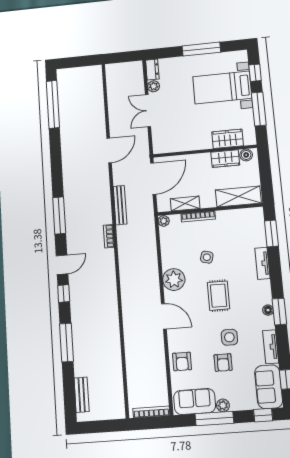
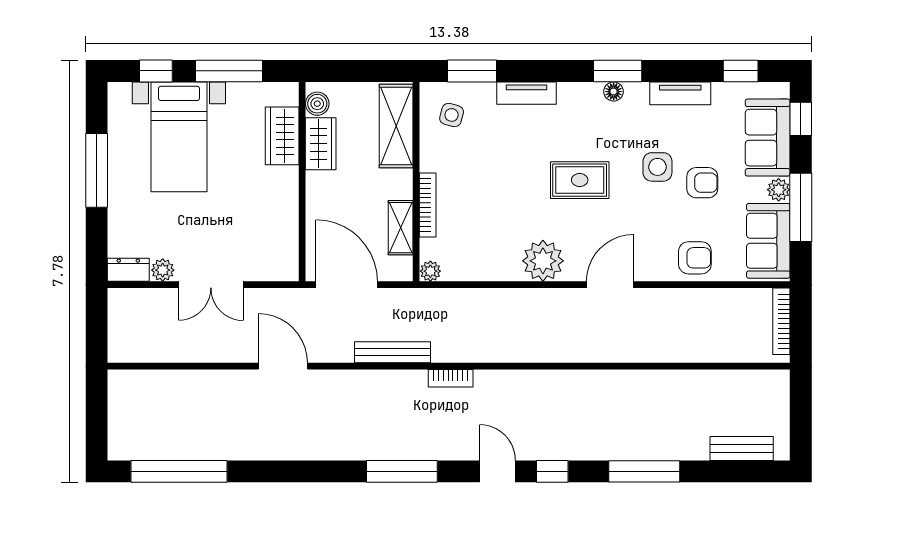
side table: (207, 257) -> (452, 115), moved
sofa: (269, 387) -> (768, 138), moved, turned 90

